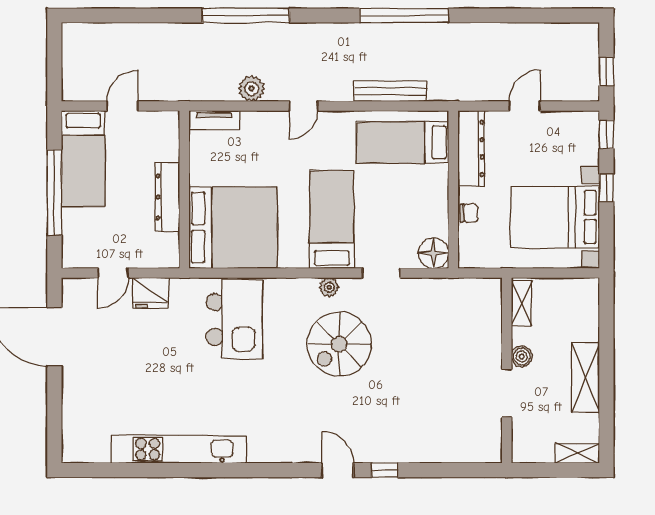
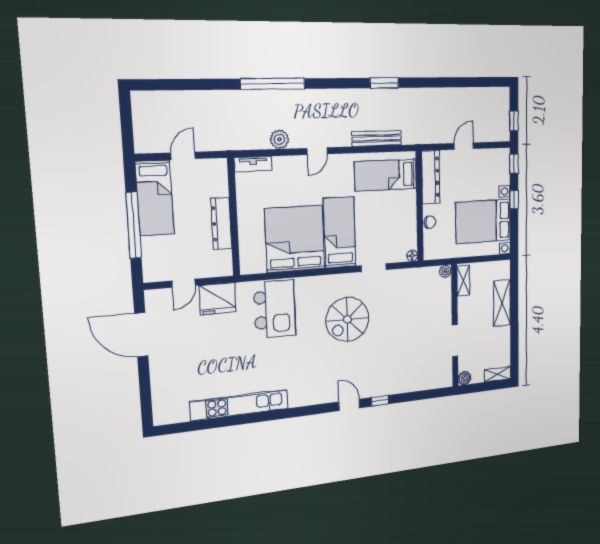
window: (404, 15) -> (384, 83), width x0.47
bed: (233, 228) -> (295, 239), moved, turned -90
floor lamp: (433, 253) -> (412, 256), width x0.53, depth x0.53
plant: (329, 287) -> (445, 271), moved
fridge: (150, 293) -> (217, 299), width x1.36, depth x1.34
boiler: (522, 356) -> (464, 378), moved
shelving: (585, 377) -> (502, 303), moved

